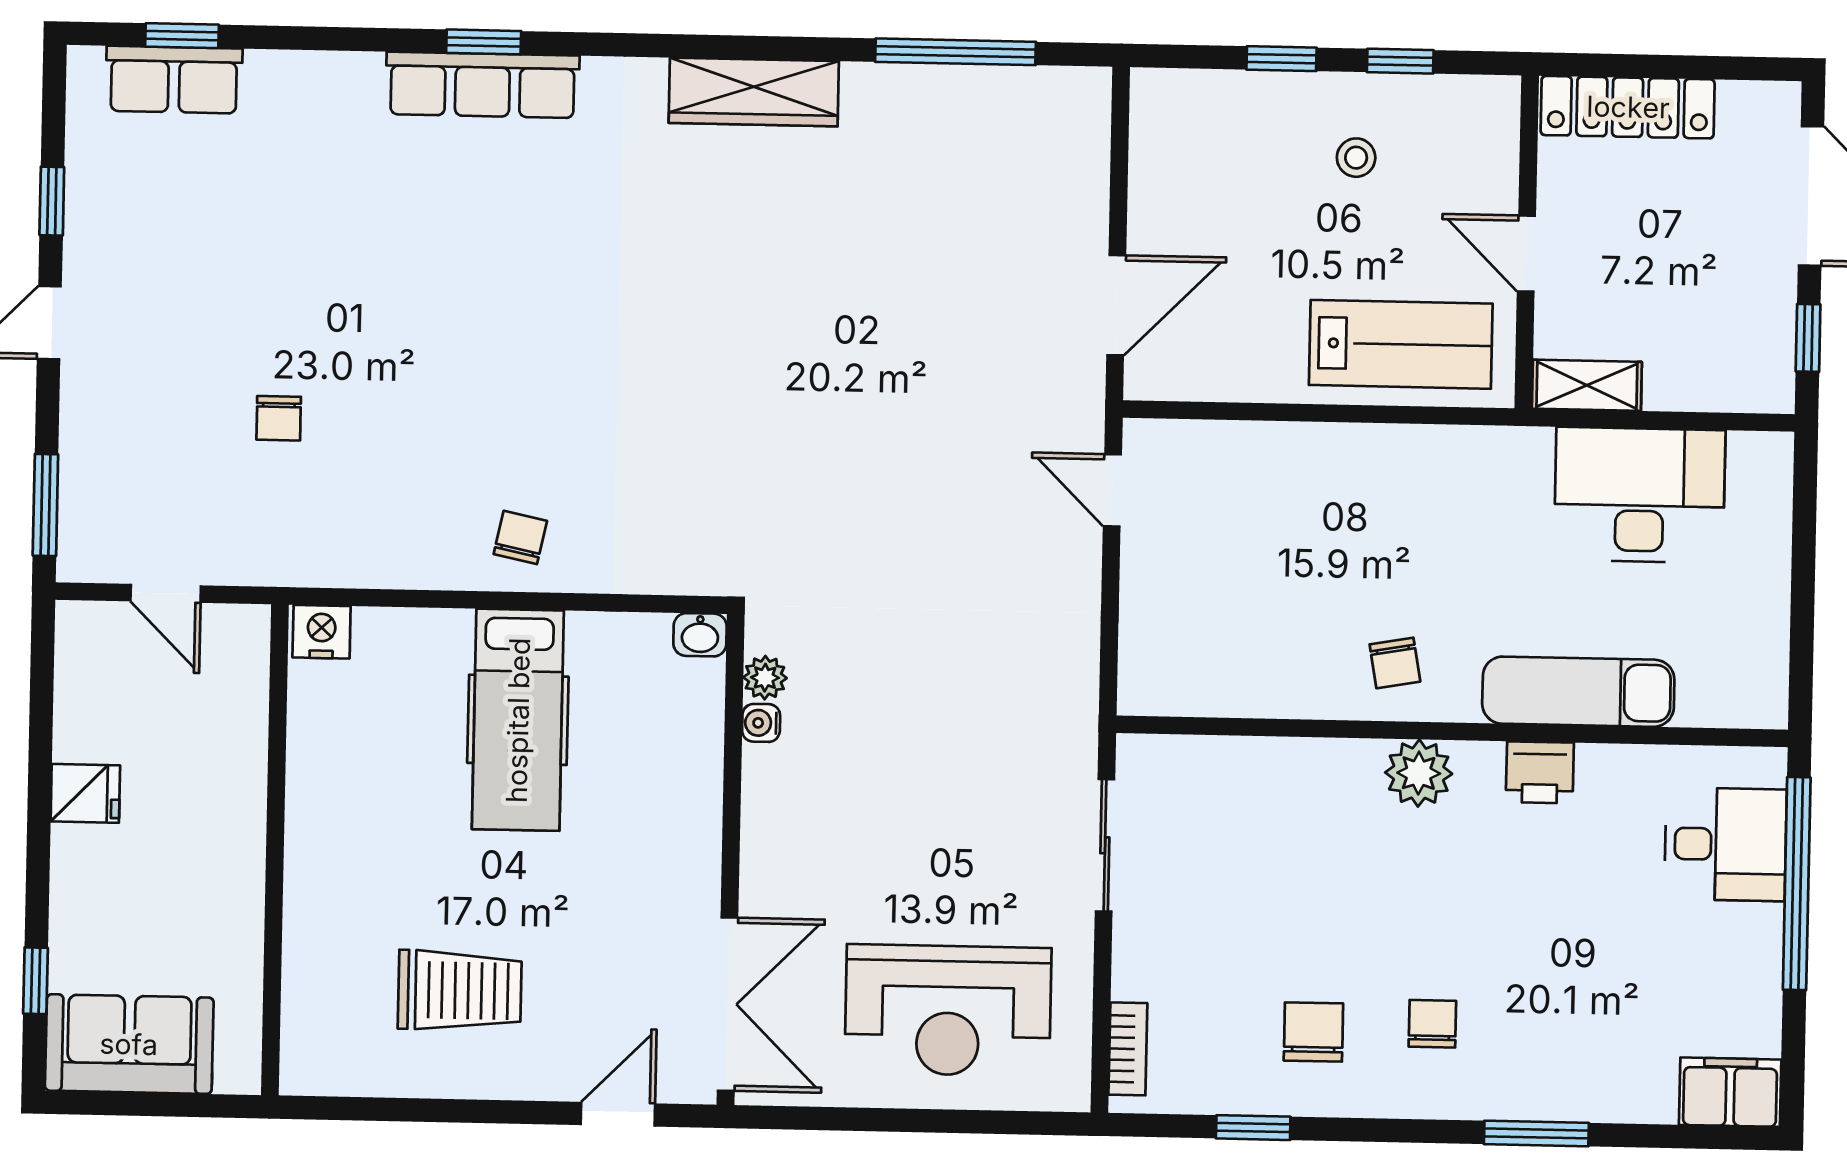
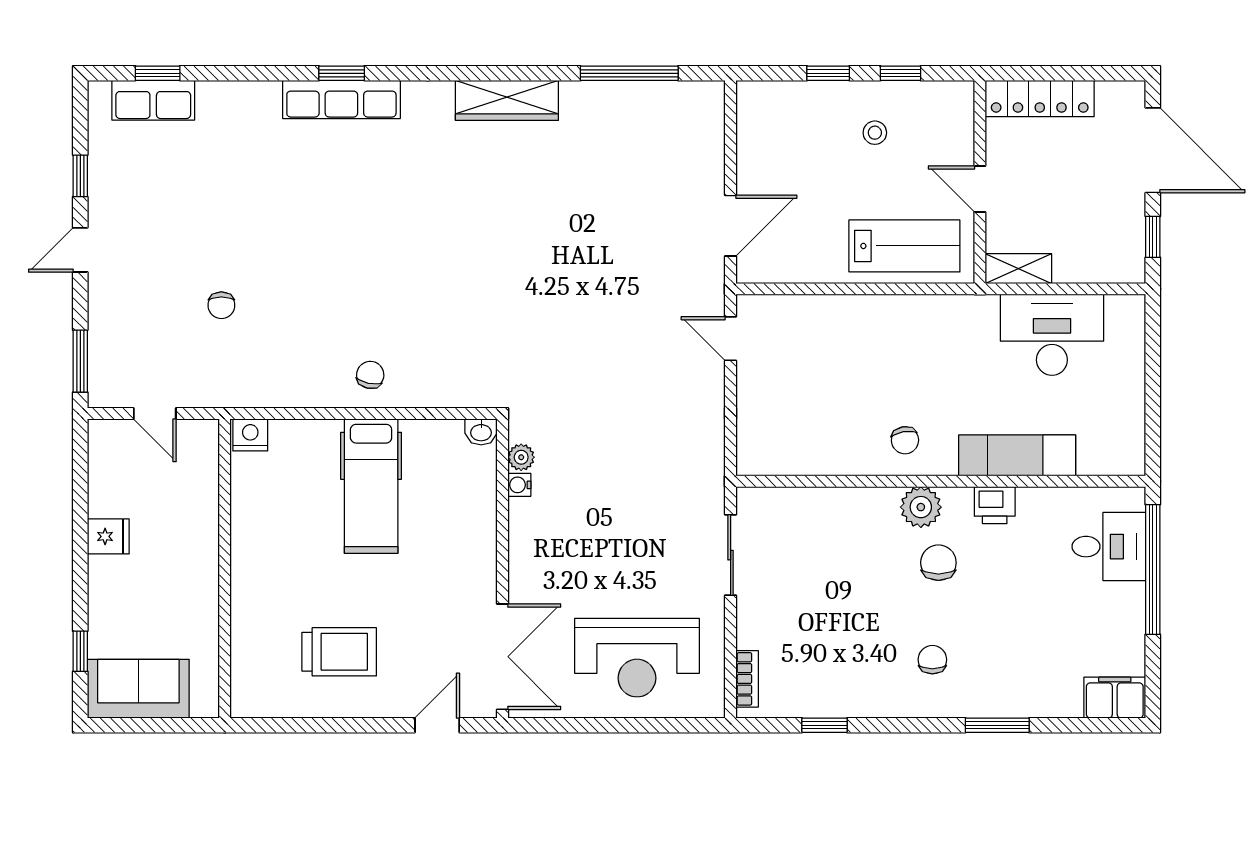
chair: (1313, 1032) -> (938, 563), moved

